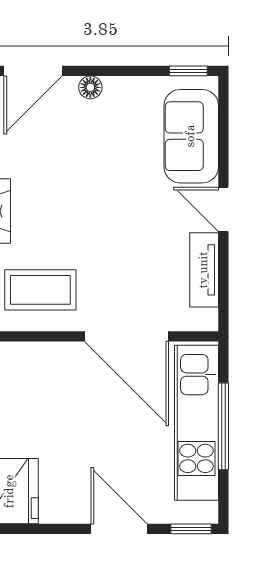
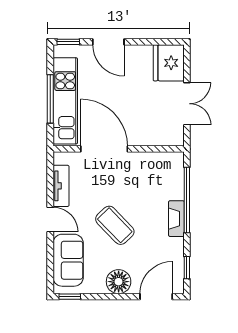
floor lamp: (90, 87) -> (119, 282), width x1.89, depth x1.89
coffee table: (40, 290) -> (115, 225), moved, turned 46

